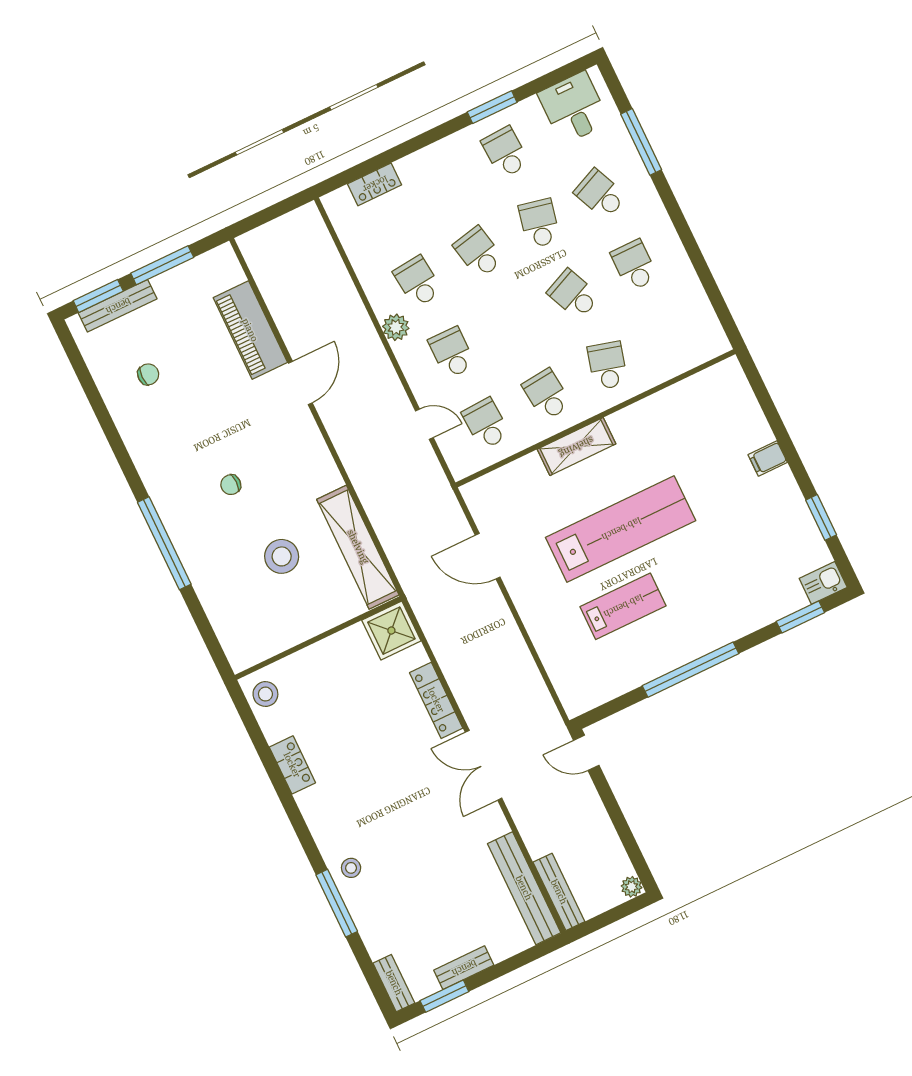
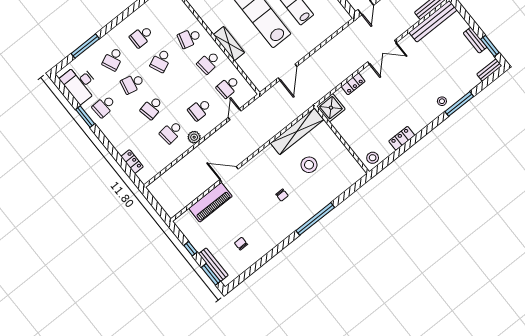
desk: (574, 108) -> (80, 84), width x1.37
window: (162, 265) -> (190, 249), width x0.46
locker: (436, 700) -> (353, 84), width x0.66

